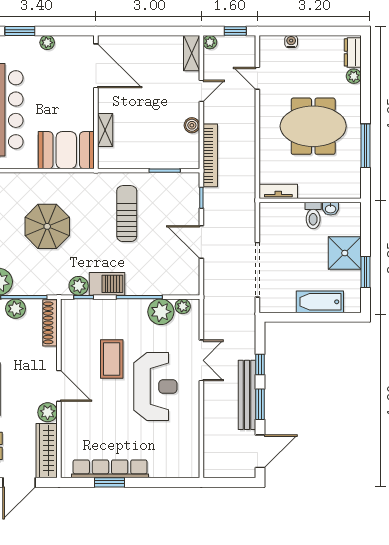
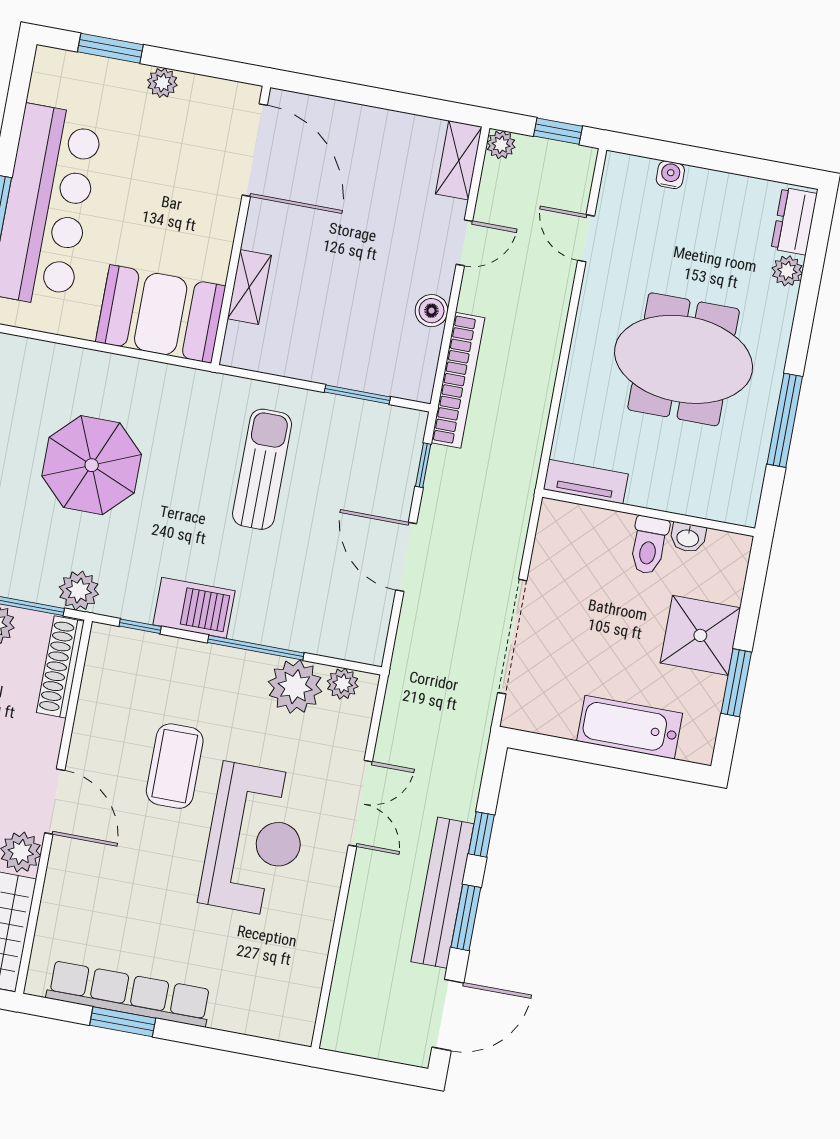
plant: (79, 286) -> (79, 591), moved

